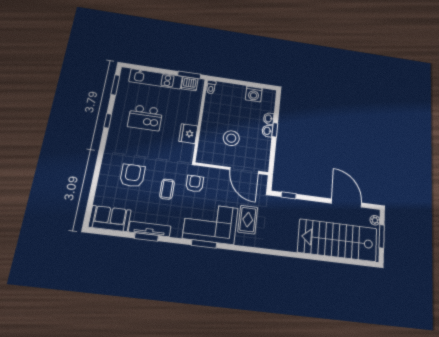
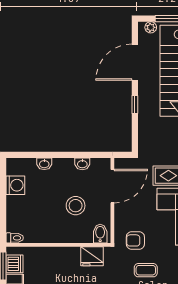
window: (275, 130) -> (58, 155), removed
washbasin: (267, 131) -> (82, 164), moved
fridge: (188, 134) -> (92, 256), moved
bidet: (205, 155) -> (100, 234), added
window: (289, 195) -> (135, 104), moved

